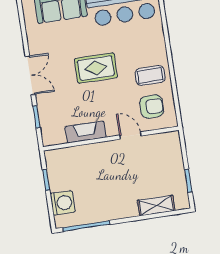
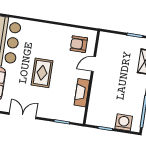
double door: (30, 75) -> (23, 116), moved
coffee table: (150, 75) -> (58, 39), removed
armchair: (152, 107) -> (79, 44), turned -90

